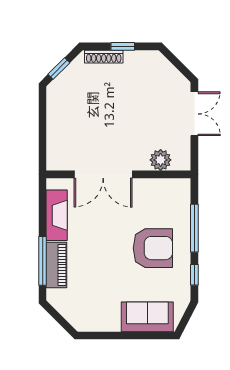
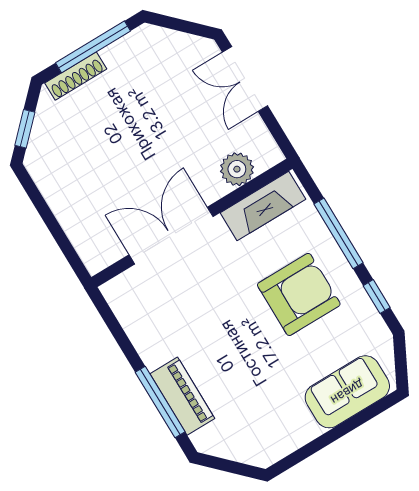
window: (123, 46) -> (93, 47), width x2.17
double door: (194, 114) -> (245, 79), swing flipped
double door: (103, 174) -> (171, 236), swing flipped
fireplace: (57, 215) -> (263, 206), moved, turned 90

